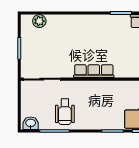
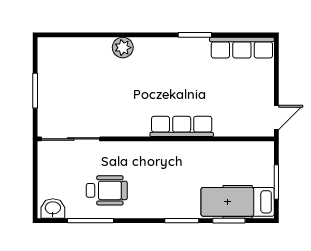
plant: (39, 21) -> (123, 48), moved
row of seats: (94, 71) -> (182, 126), moved
wheelchair: (65, 112) -> (107, 190), turned -90

